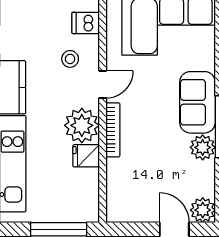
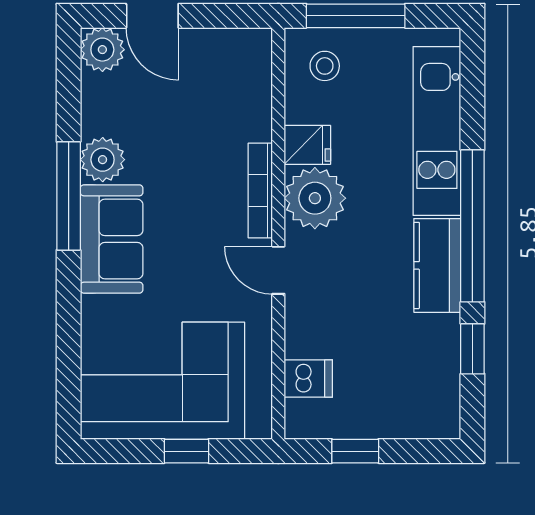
stool: (70, 59) -> (325, 66), moved
door: (103, 85) -> (278, 270), hinge flipped

